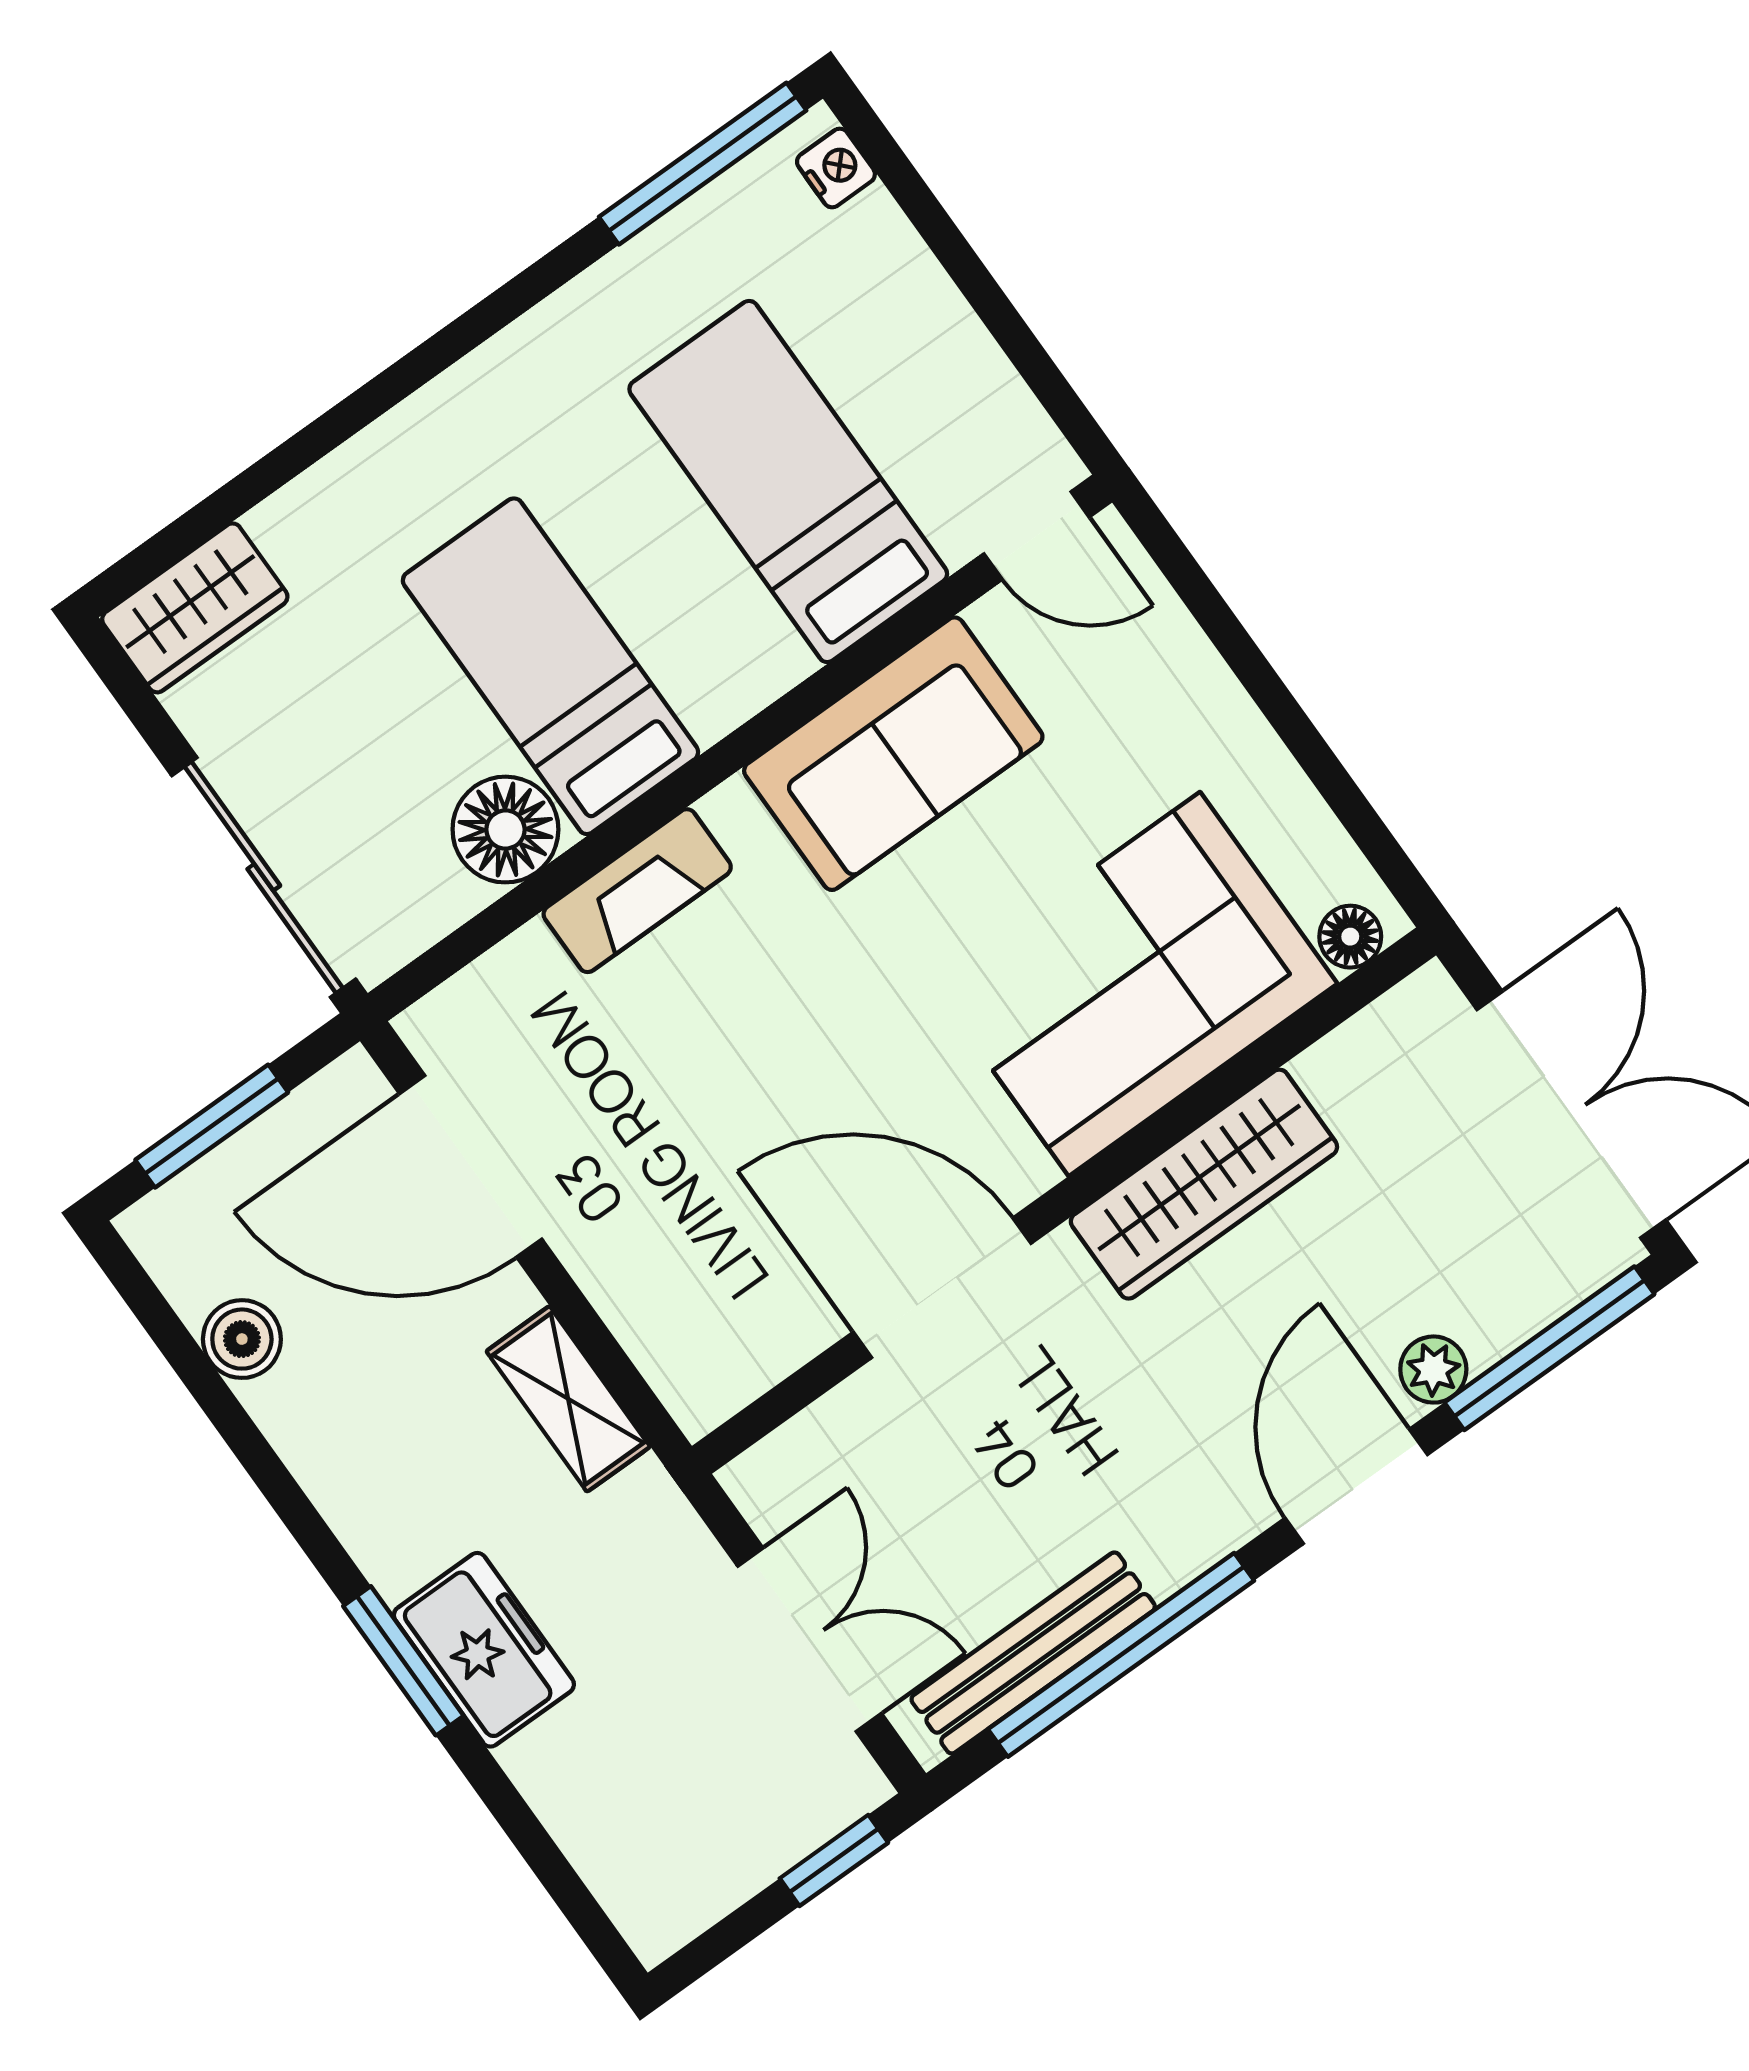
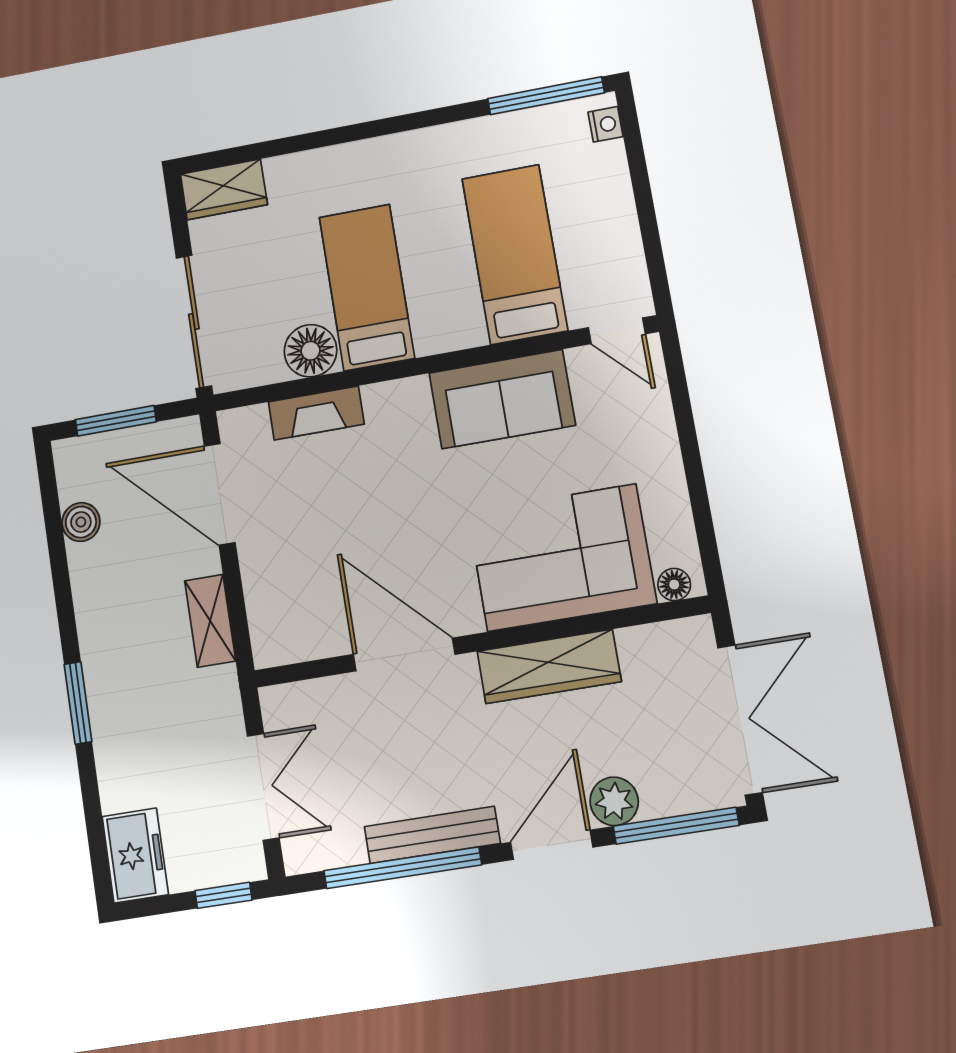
fireplace: (637, 891) -> (316, 413), moved
plant: (1433, 1370) -> (614, 801), width x1.38, depth x1.38
freezer: (484, 1650) -> (135, 855), moved
bench: (1033, 1653) -> (432, 835), moved

